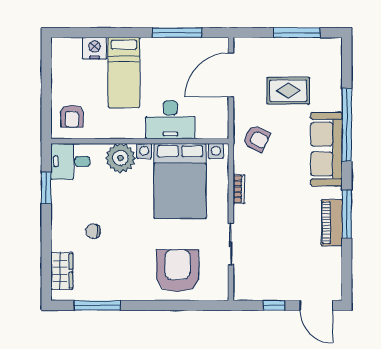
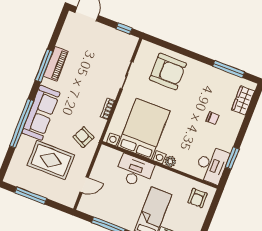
door: (231, 75) -> (84, 185), width x0.53
rug: (288, 91) -> (51, 160), width x1.36, depth x1.43
armchair: (72, 116) -> (198, 198), turned 180
plant: (120, 158) -> (170, 161), width x0.53, depth x0.53
desk: (70, 161) -> (212, 165), width x1.37
armchair: (178, 271) -> (168, 71), turned -90
window: (274, 305) -> (124, 28), moved

